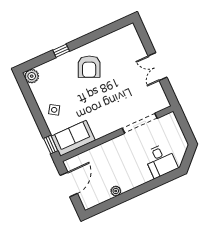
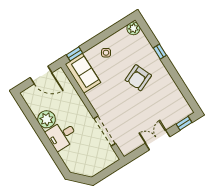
window: (143, 35) -> (184, 123), added
armchair: (89, 67) -> (138, 78), moved, turned -47
desk: (161, 161) -> (62, 135), moved
plant: (116, 191) -> (47, 119), width x1.87, depth x1.87

